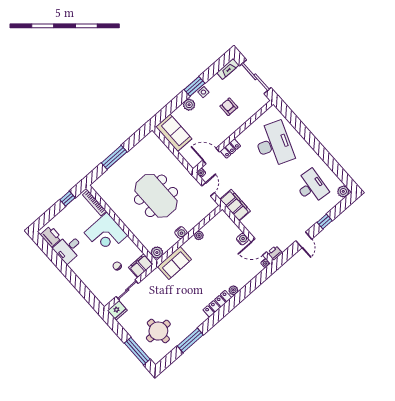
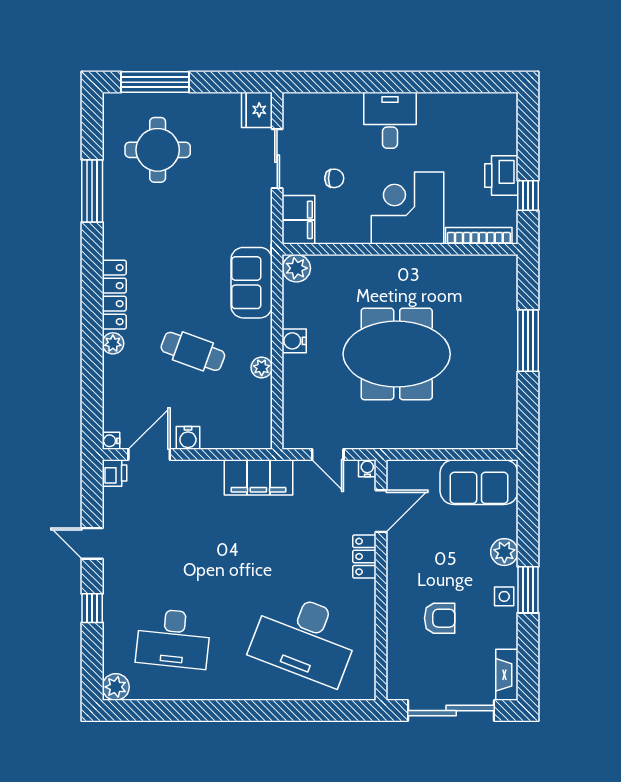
printer: (51, 236) -> (501, 175), moved, turned 90
desk: (68, 249) -> (390, 120), moved
cafe table: (213, 262) -> (193, 351), added

